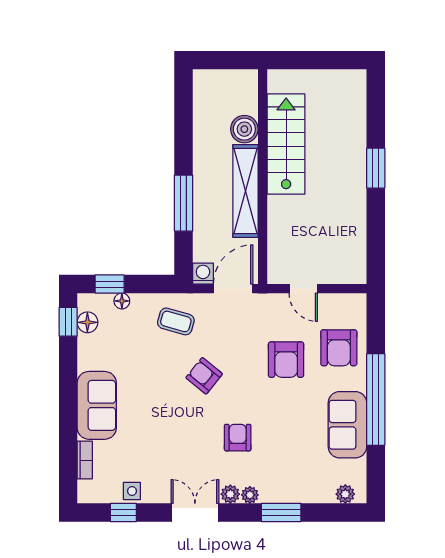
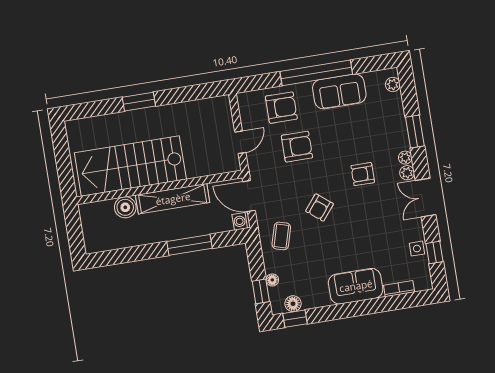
stairs: (286, 144) -> (130, 166), width x1.36, depth x1.51

